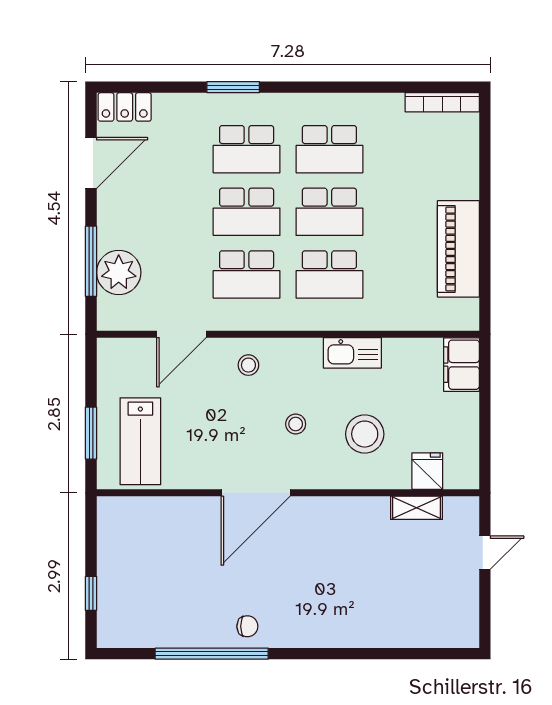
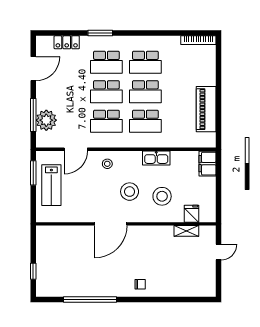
locker: (125, 107) -> (67, 42), moved
stool: (296, 424) -> (130, 192), width x1.89, depth x1.89
window: (91, 433) -> (33, 173), moved
lab bench: (140, 441) -> (51, 185), moved
chair: (247, 626) -> (140, 284), moved

